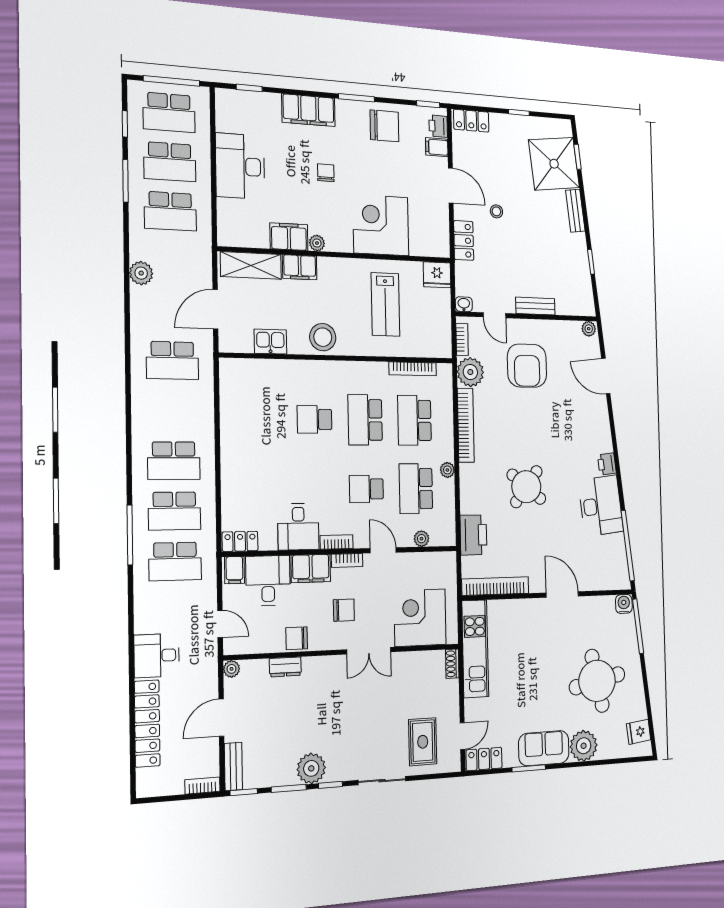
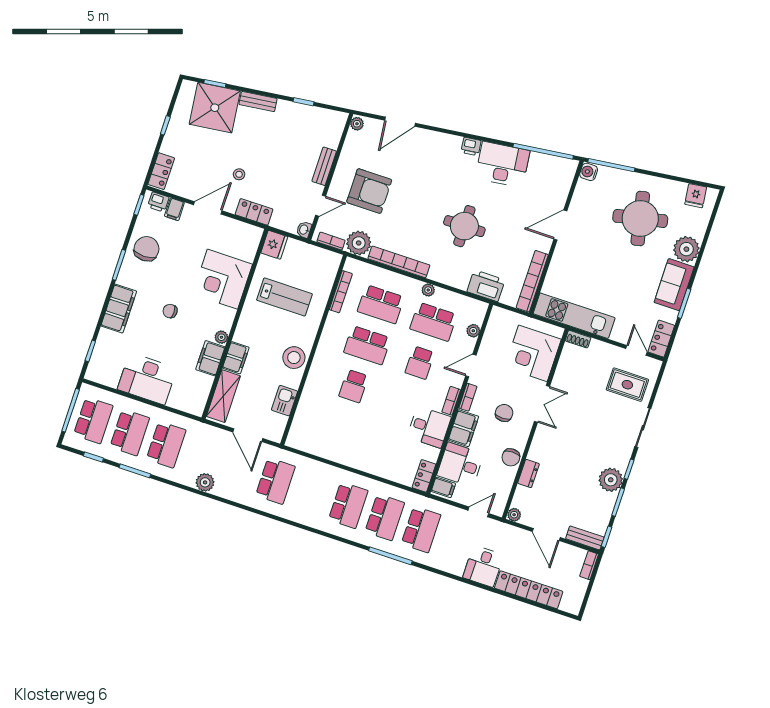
round table: (526, 487) -> (464, 226), turned -38

